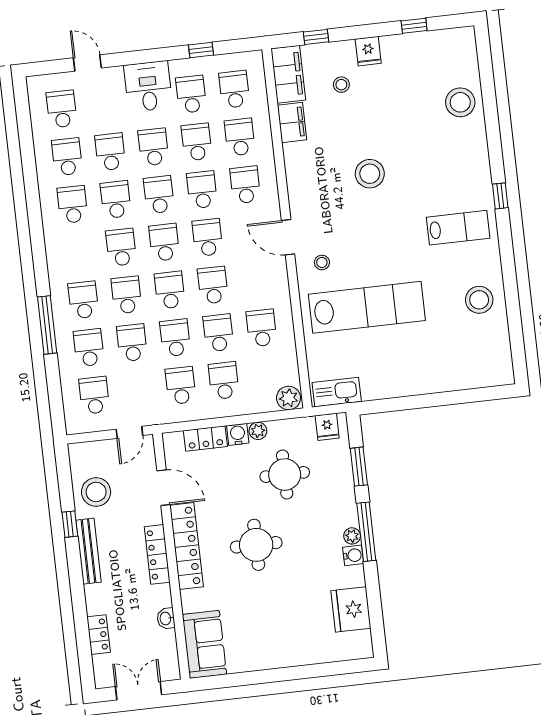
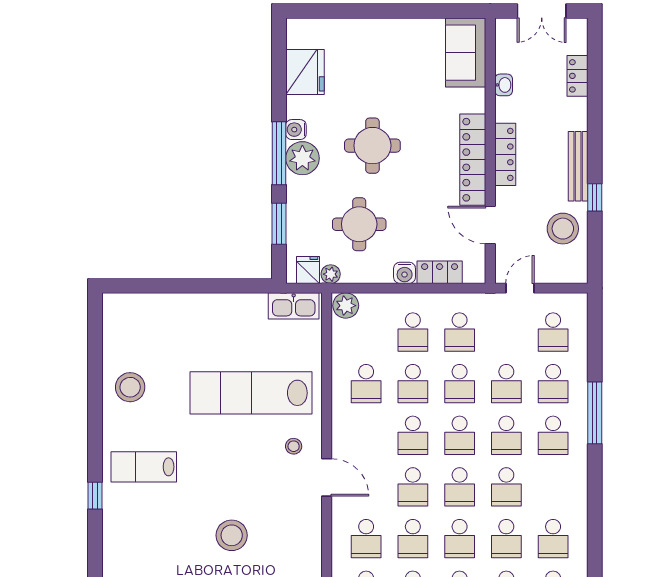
plant: (258, 431) -> (331, 274), moved
plant: (352, 536) -> (302, 158), width x1.88, depth x1.88
round table: (256, 545) -> (372, 146), moved

